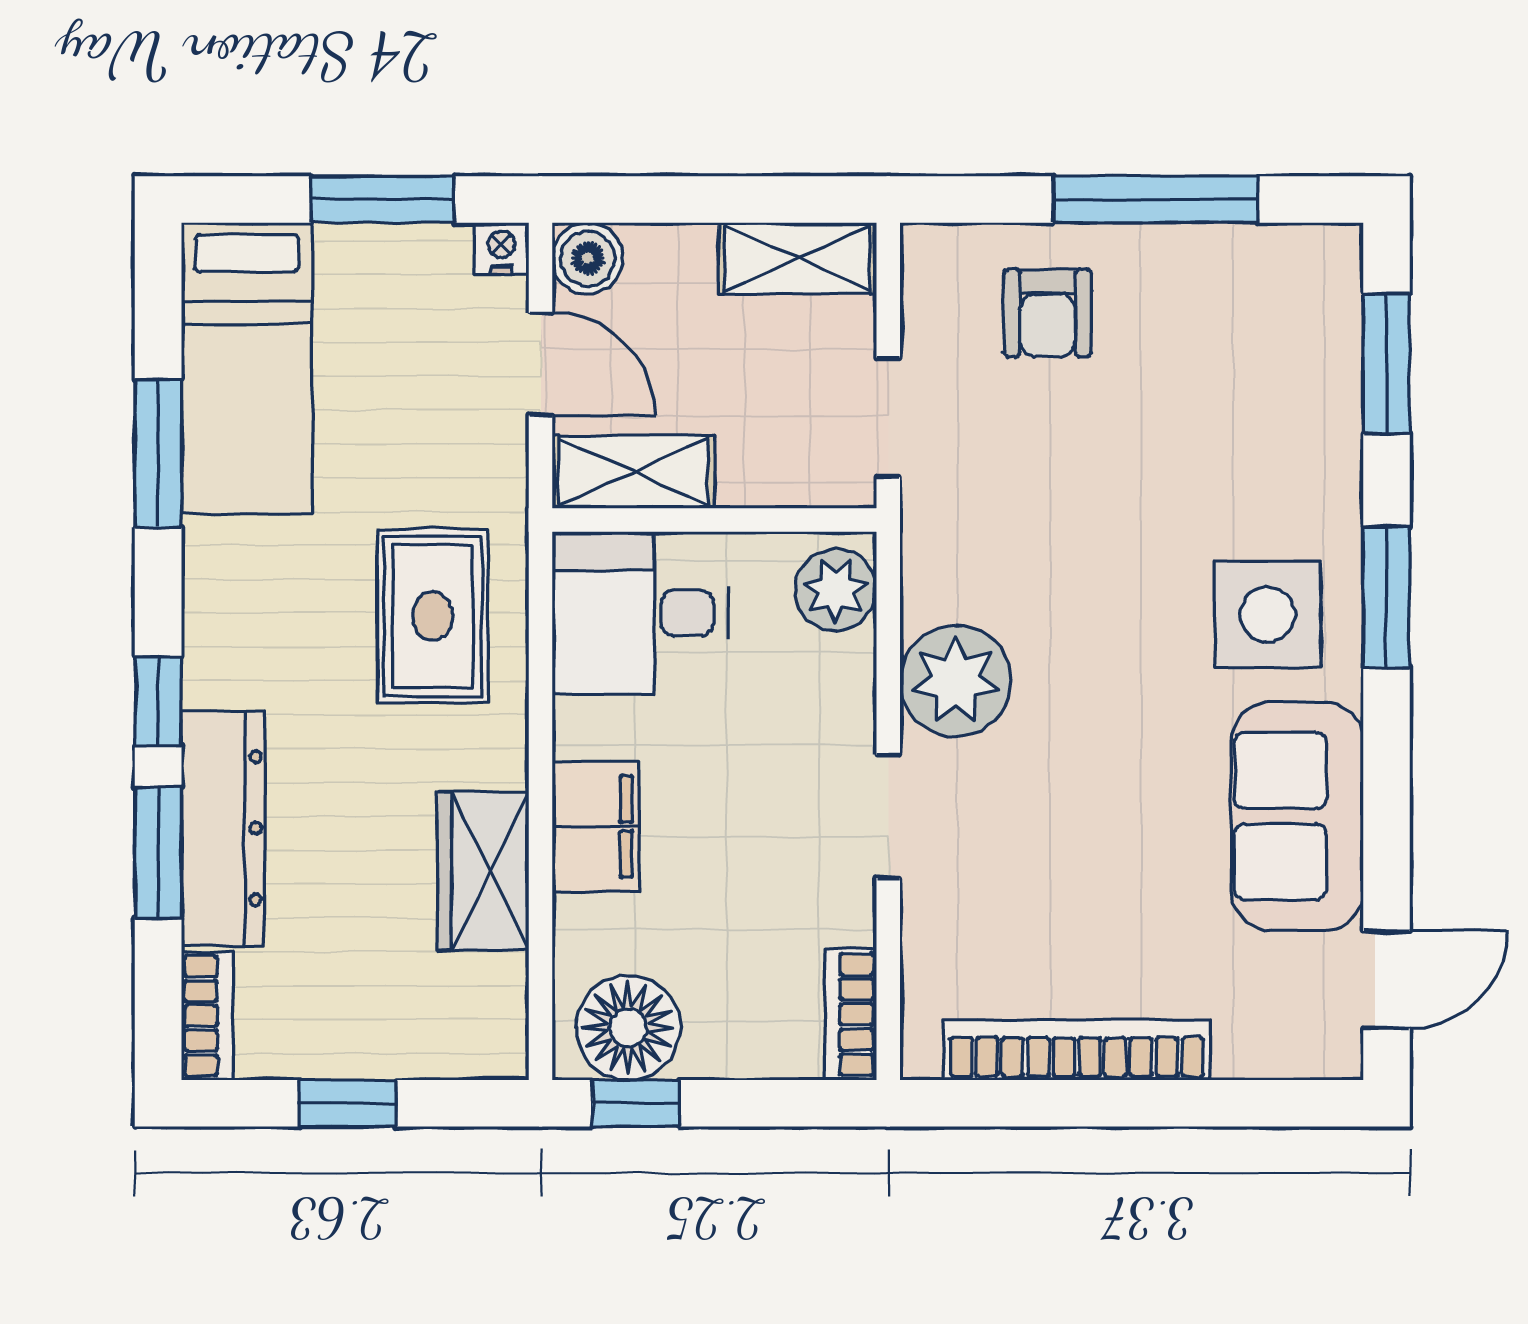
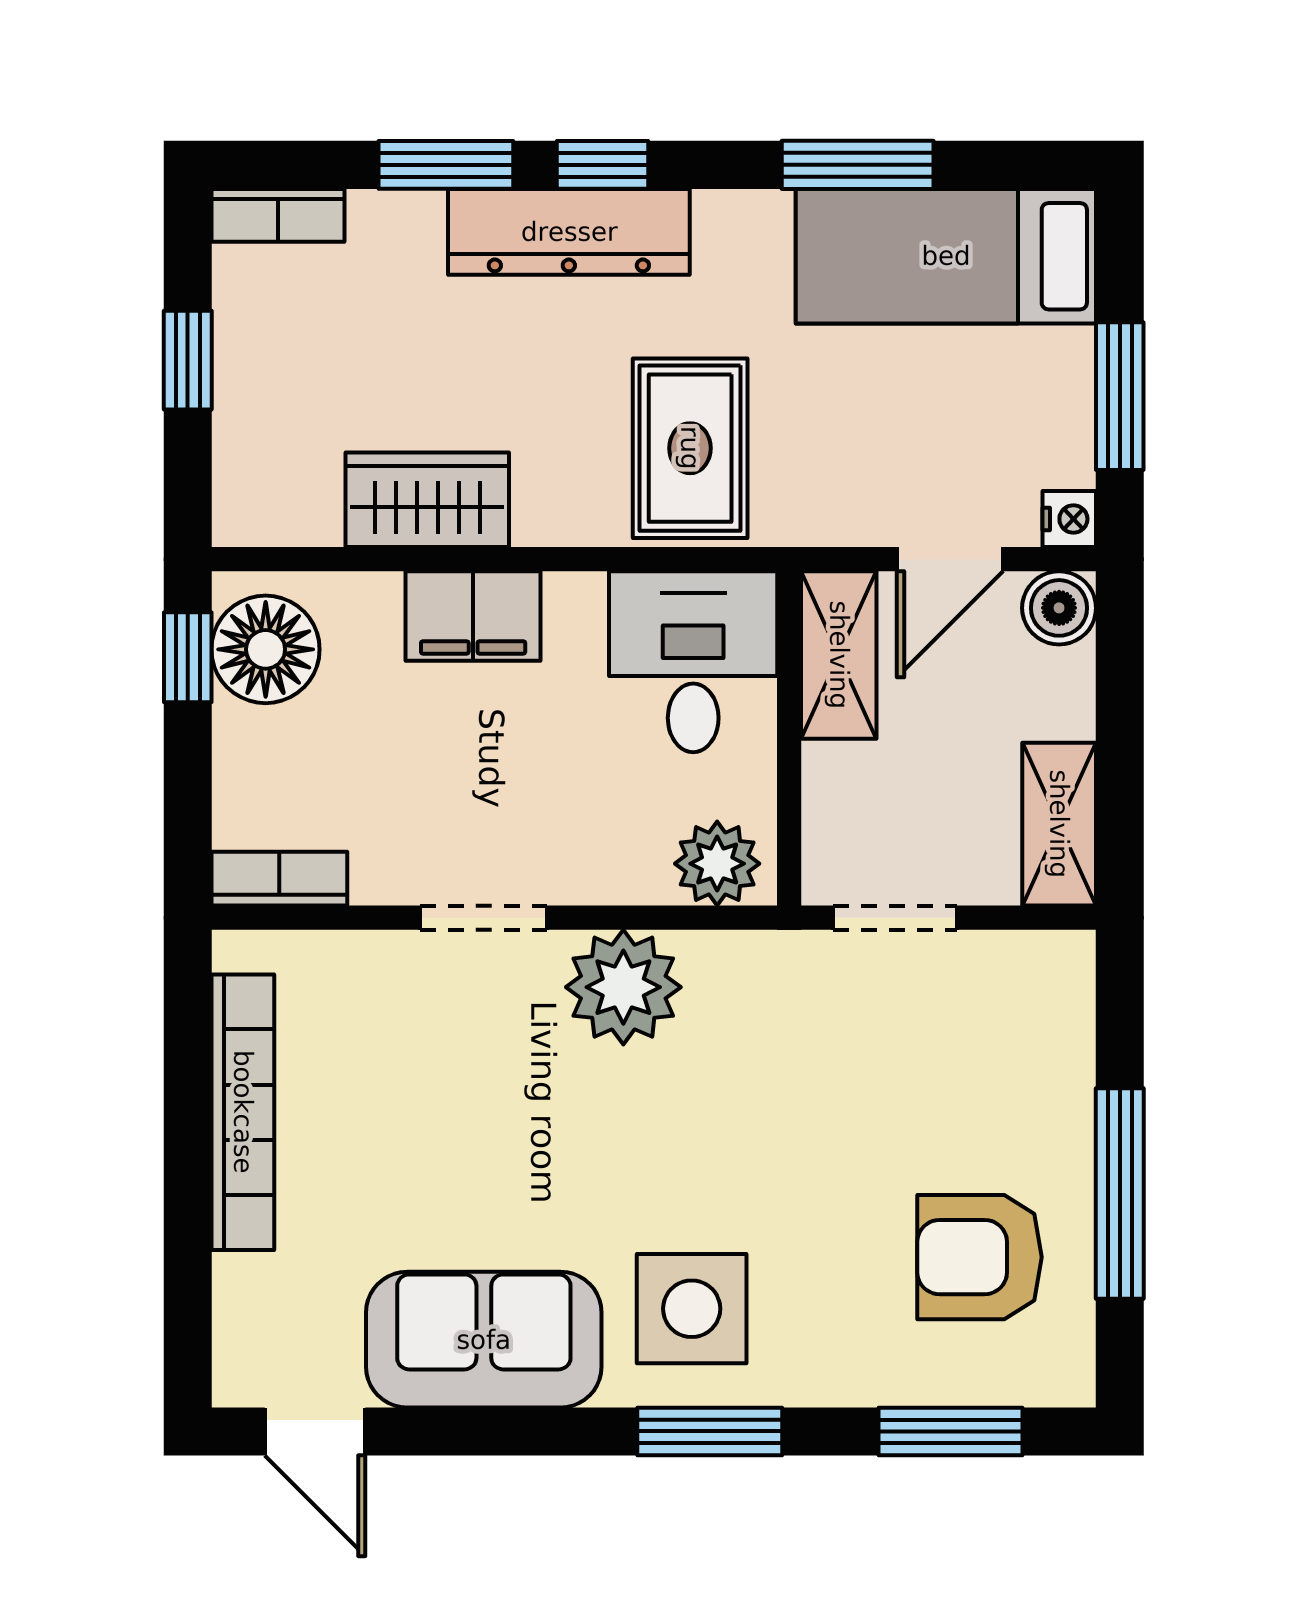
armchair: (1048, 313) -> (980, 1257), moved, width x1.38, depth x1.38
rug: (433, 616) -> (690, 448), turned 90
dresser: (223, 828) -> (569, 232), moved

